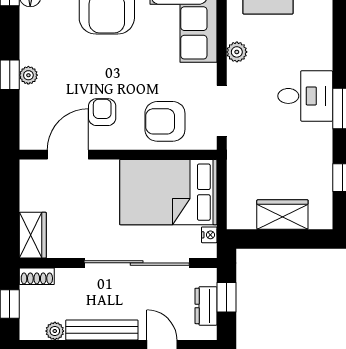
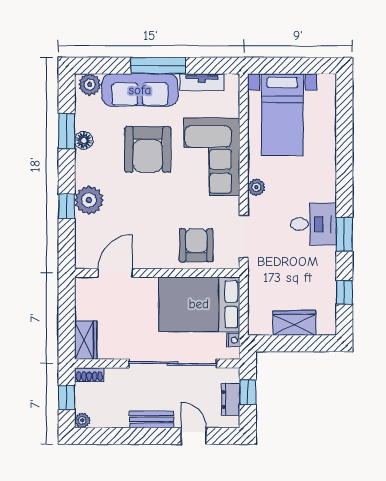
plant: (28, 75) -> (89, 200), width x1.87, depth x1.87
armchair: (102, 112) -> (144, 237), removed
armchair: (165, 121) -> (196, 245), turned 90
bench: (102, 330) -> (152, 419), width x0.73
plant: (55, 331) -> (82, 420), moved

